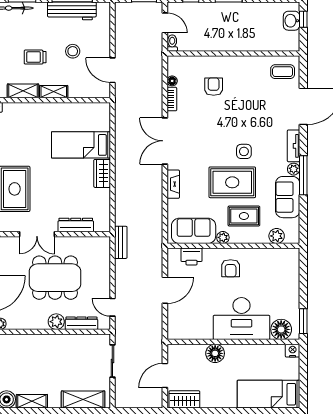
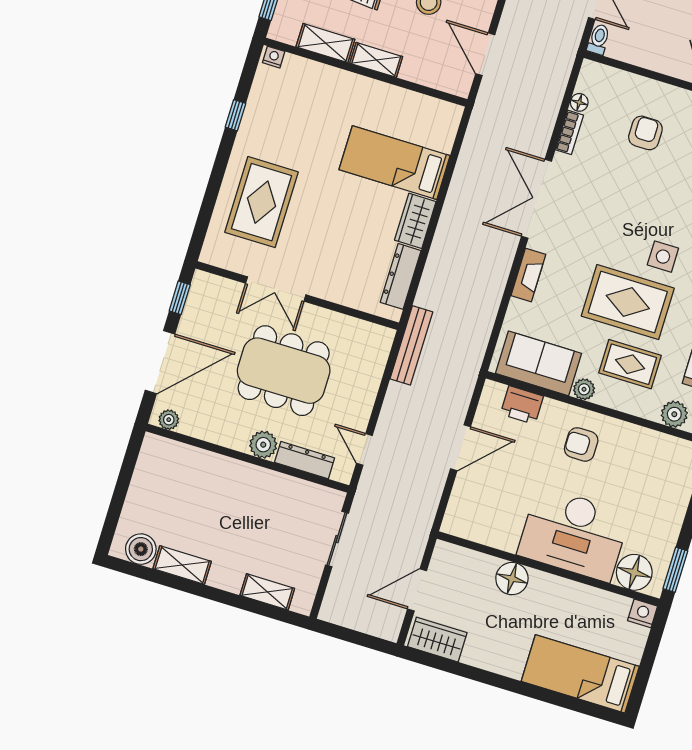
dresser: (76, 225) -> (401, 276), moved, turned -90
bench: (121, 242) -> (411, 345), width x1.36
armchair: (231, 268) -> (581, 444), turned 90
shelving: (83, 400) -> (267, 592), width x0.67, depth x0.75

